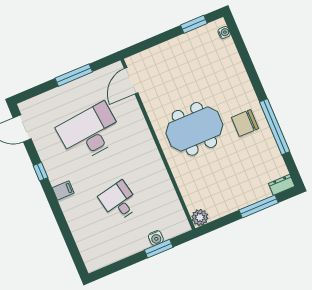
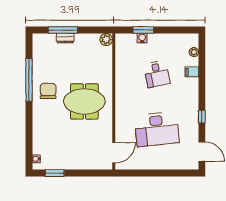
window: (74, 75) -> (151, 173), removed
chair: (245, 123) -> (48, 91), turned -90
dresser: (282, 185) -> (65, 38), moved
filing cabinet: (63, 190) -> (192, 72), moved
plant: (84, 248) -> (194, 52), added

